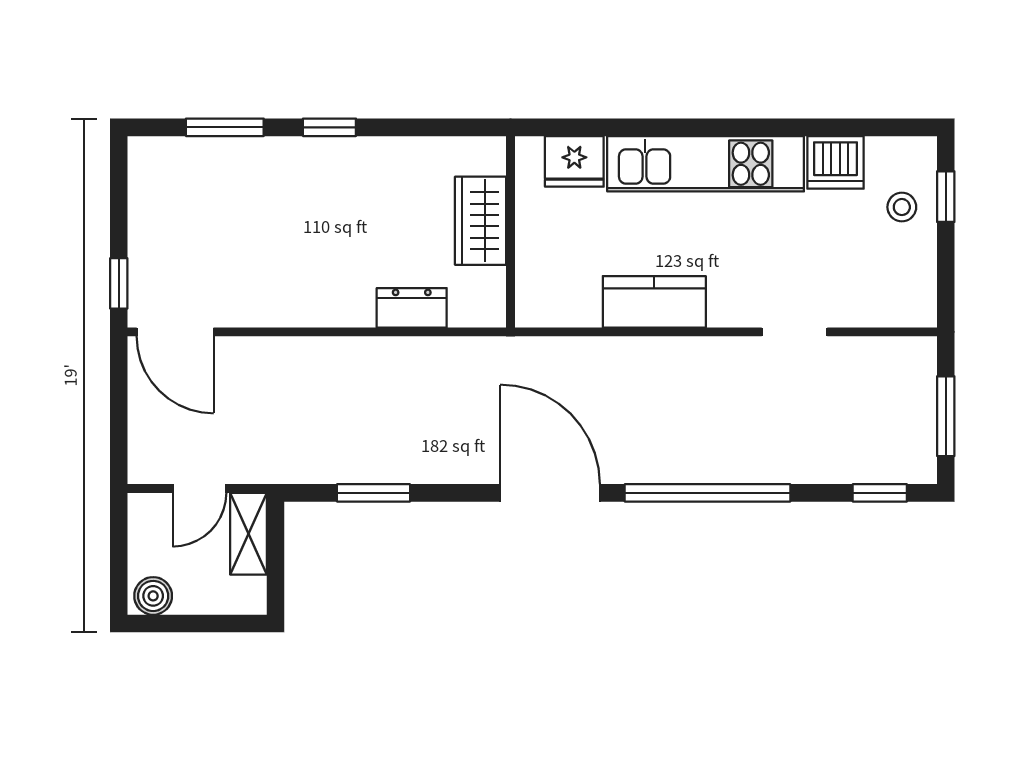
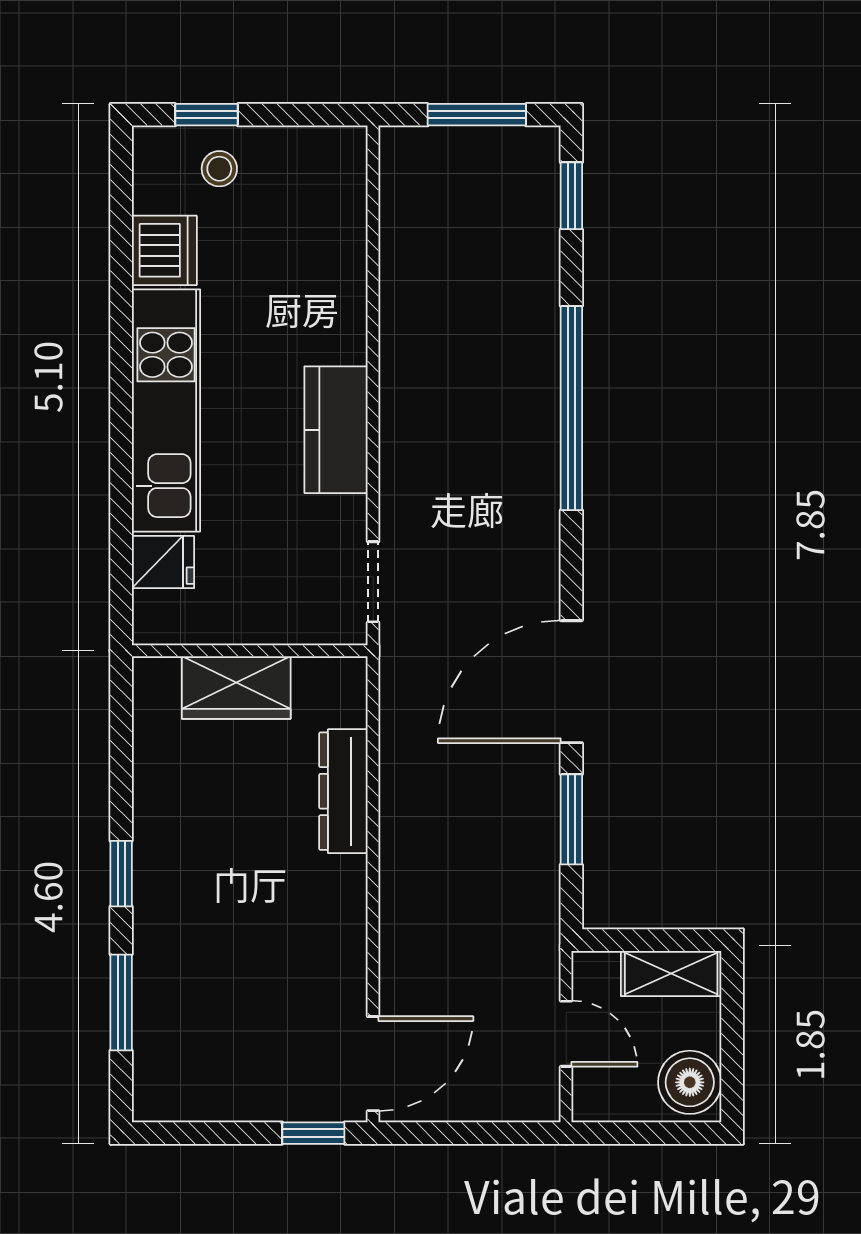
fridge: (574, 161) -> (163, 562), width x0.72
kitchen counter: (654, 302) -> (336, 430), moved
dresser: (412, 308) -> (343, 791), width x1.44
doorway: (795, 332) -> (373, 582), moved
door: (550, 493) -> (571, 682), moved
shelving: (248, 534) -> (671, 973), moved
boiler: (153, 596) -> (690, 1082), width x1.36, depth x1.36

